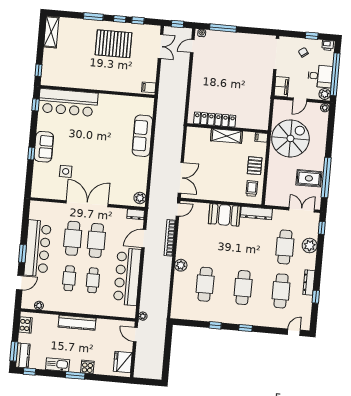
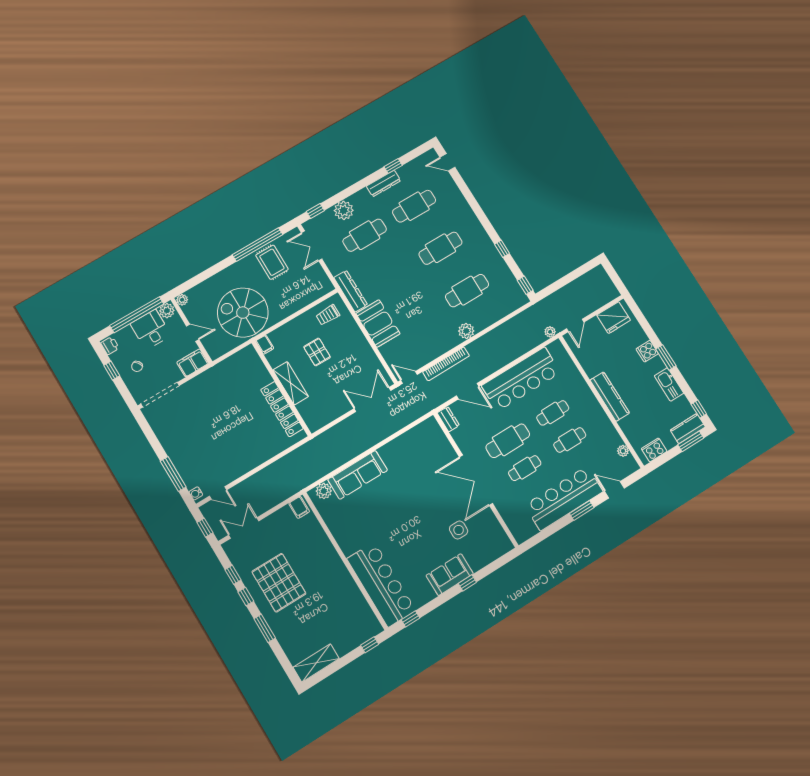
pallet: (255, 166) -> (317, 352), moved, turned 90
plant: (140, 198) -> (324, 491), moved
cafe table: (73, 238) -> (525, 468), width x0.73, depth x0.74
window: (245, 328) -> (525, 285), moved

